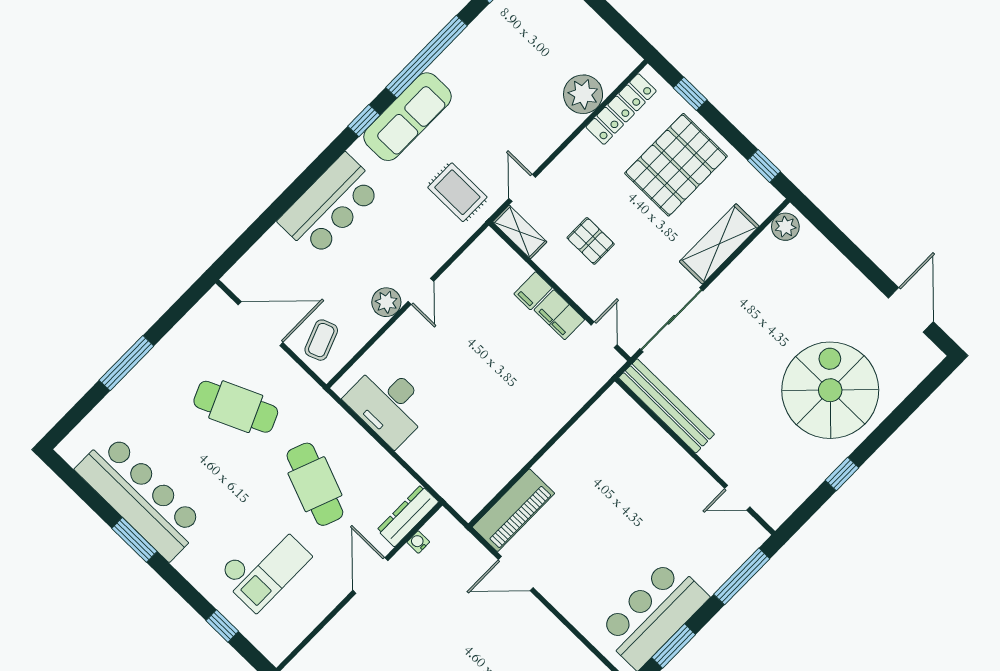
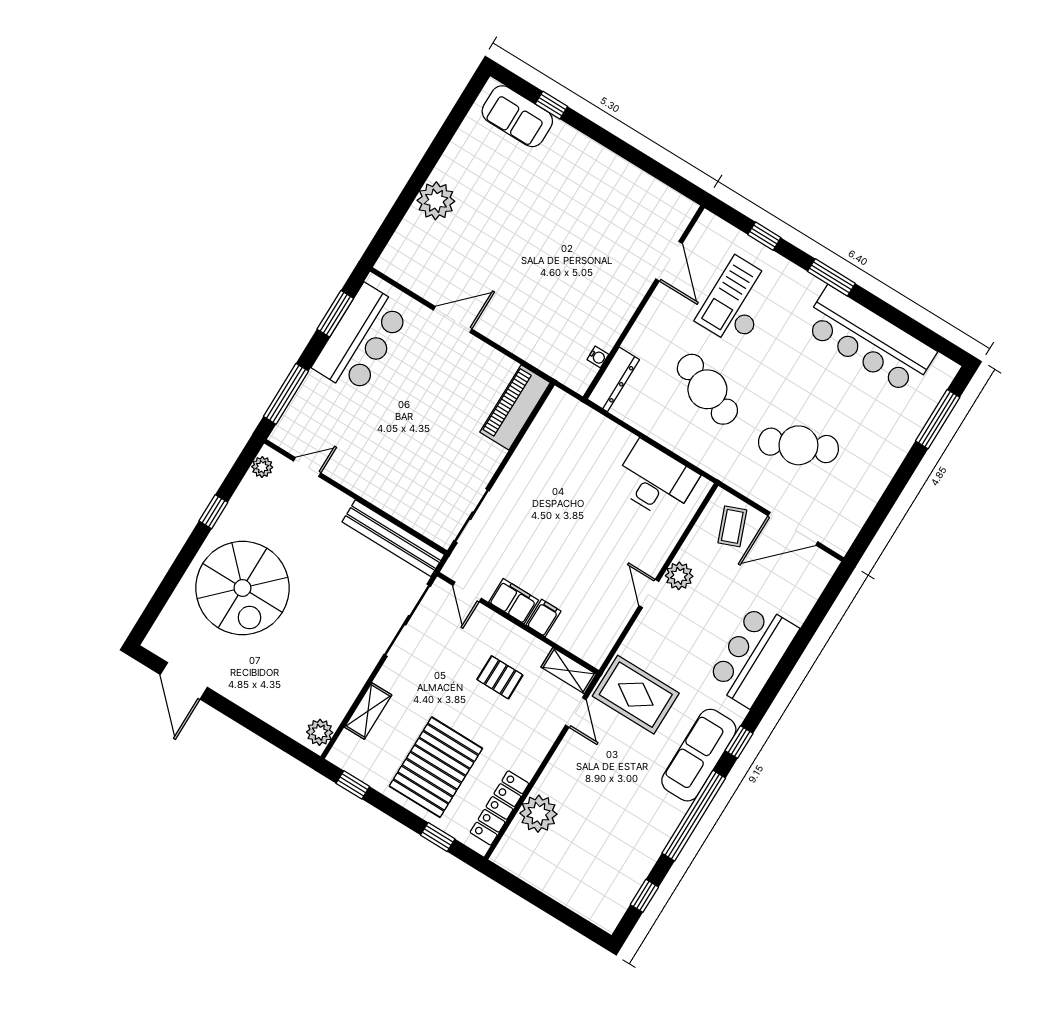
rug: (457, 192) -> (636, 695), width x1.36, depth x1.43
shelving: (719, 244) -> (368, 711), width x0.67, depth x0.75
window: (126, 363) -> (938, 419), moved
sliding door: (582, 411) -> (471, 516), added
plant: (783, 508) -> (262, 467), added
window: (134, 540) -> (831, 277), moved
door: (516, 574) -> (453, 319), moved
door: (370, 575) -> (669, 261), moved

